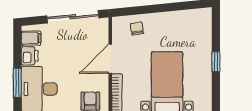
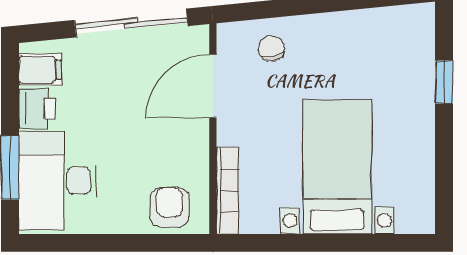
door: (110, 59) -> (213, 86), moved
window: (216, 62) -> (444, 82), moved

